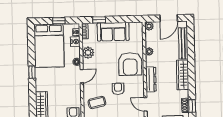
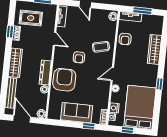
door: (169, 18) -> (22, 119), hinge flipped
plant: (88, 53) -> (103, 96), removed
dresser: (151, 79) -> (45, 73), moved

